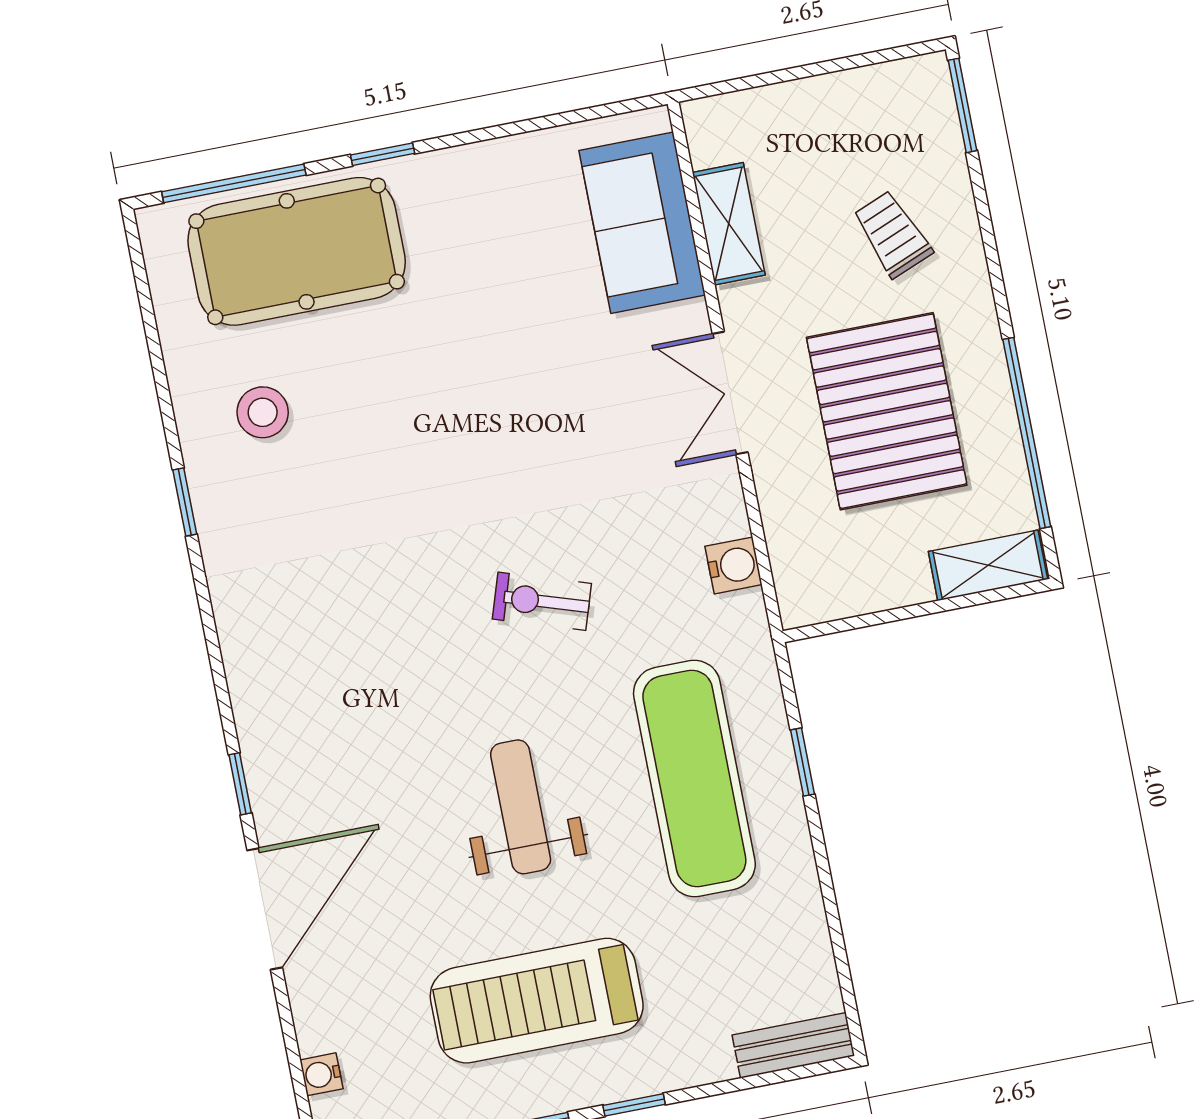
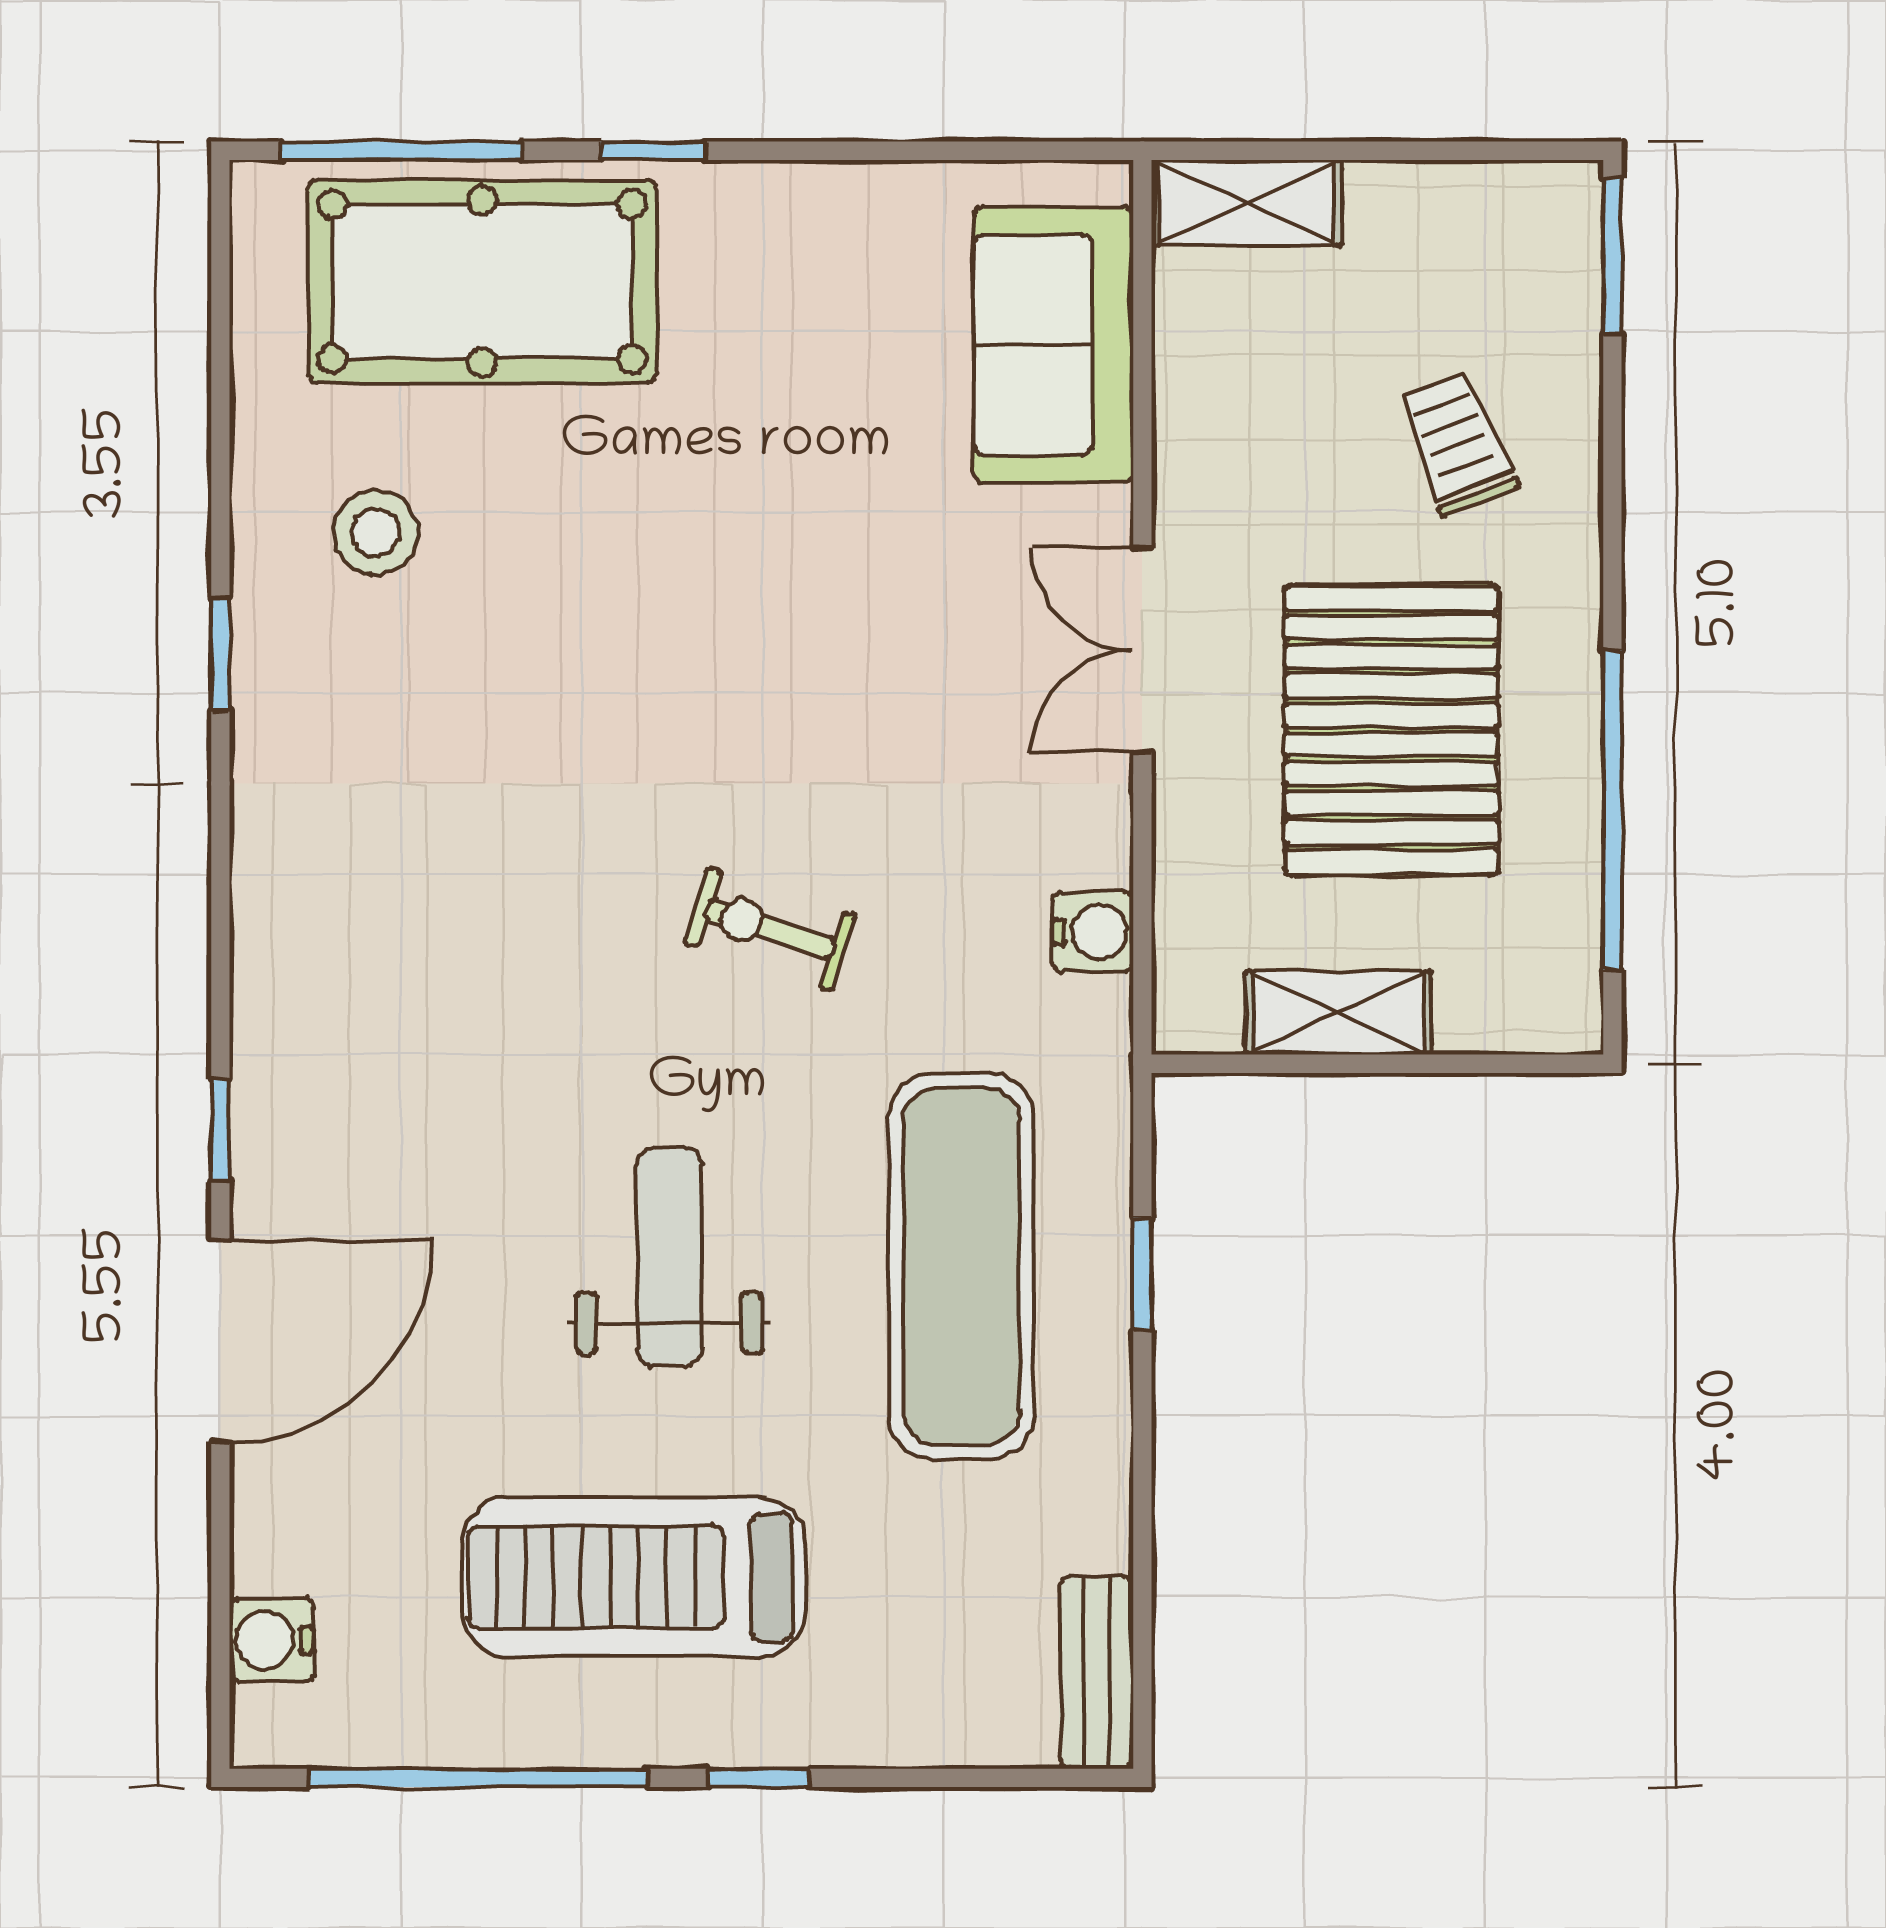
shelving: (729, 224) -> (1247, 203), moved, turned 90
shelving: (988, 565) -> (1338, 1013), moved
bench: (793, 1045) -> (1096, 1672), moved, turned 90
water cooler: (321, 1074) -> (272, 1640), width x1.38, depth x1.38

